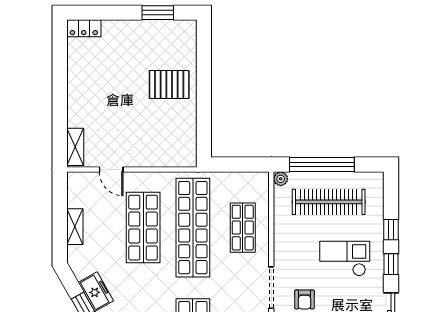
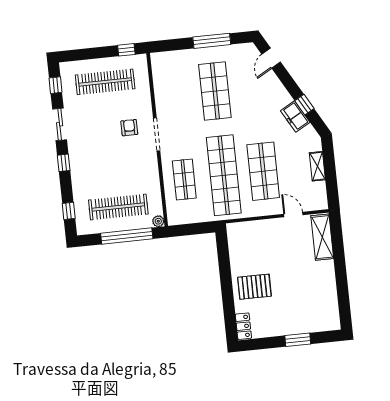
window: (158, 13) -> (298, 340), moved
locker: (84, 28) -> (243, 326), moved, turned 90
shelving: (75, 147) -> (322, 237), width x1.50, depth x1.33
window: (391, 230) -> (69, 211), moved
checkout: (345, 258) -> (101, 163), removed

